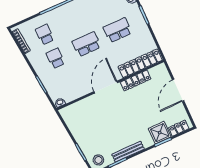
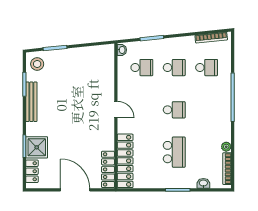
school desk: (86, 44) -> (174, 110), width x0.54
locker: (136, 81) -> (108, 169), moved
school desk: (66, 82) -> (142, 68), added
door: (106, 87) -> (116, 110), width x0.53

